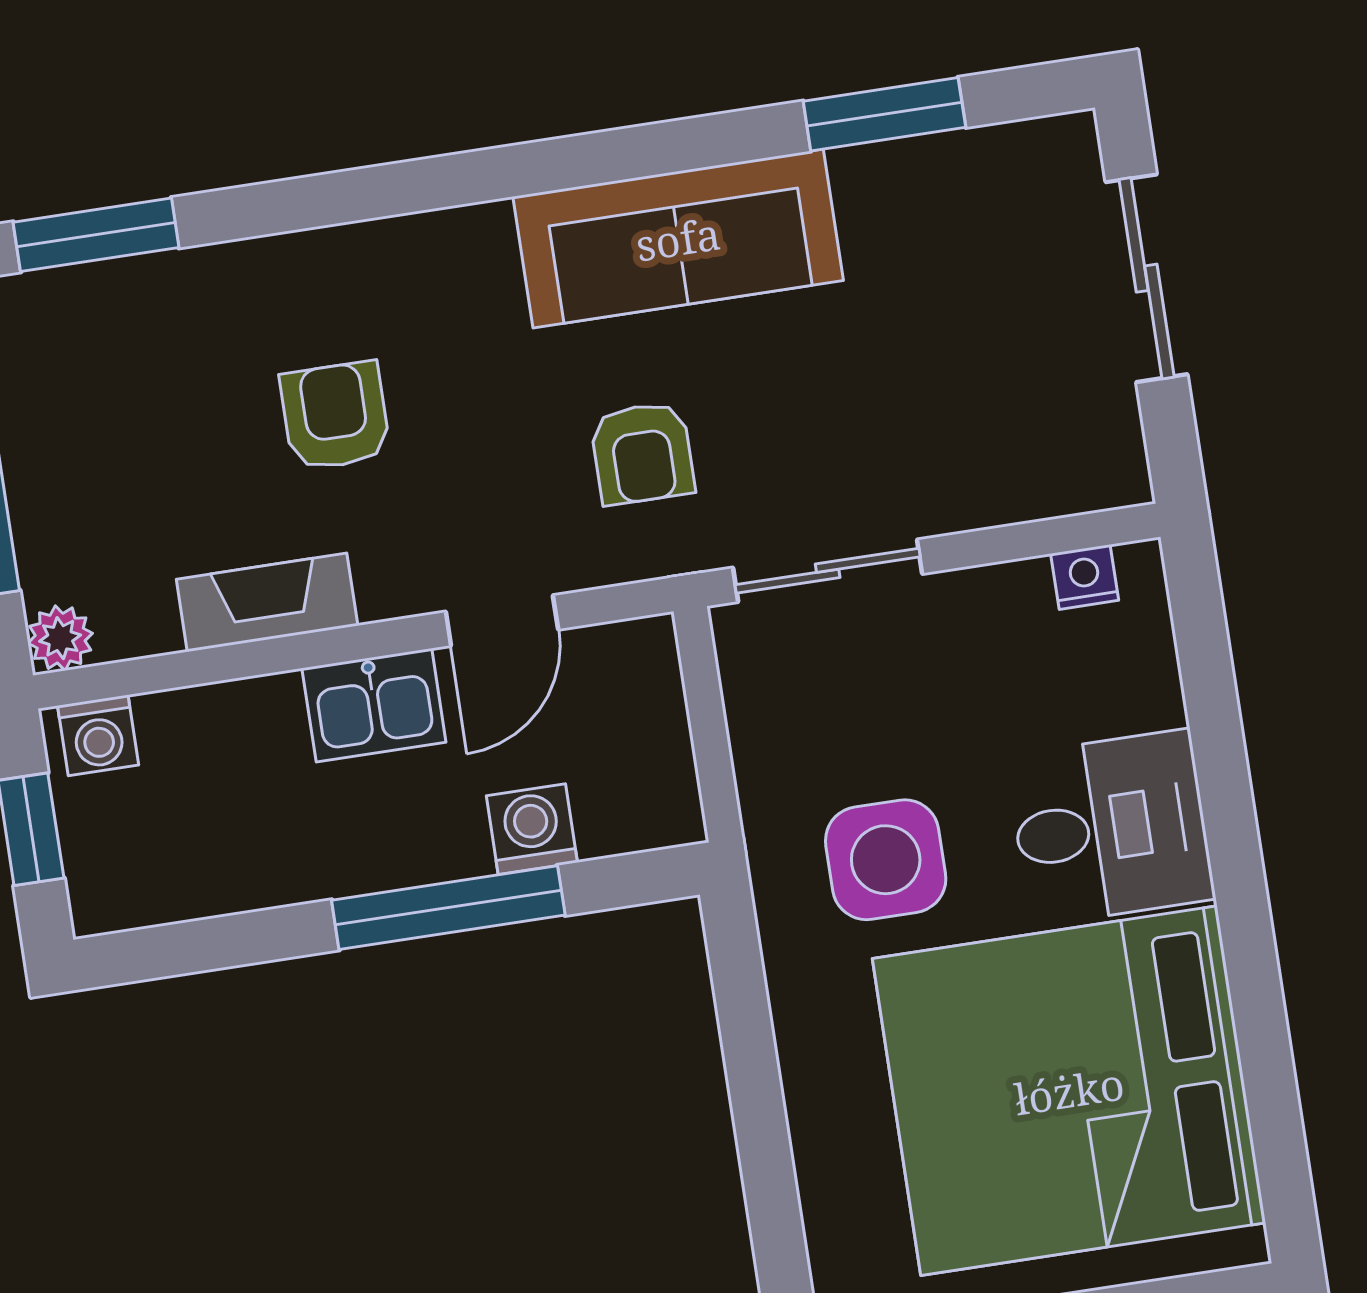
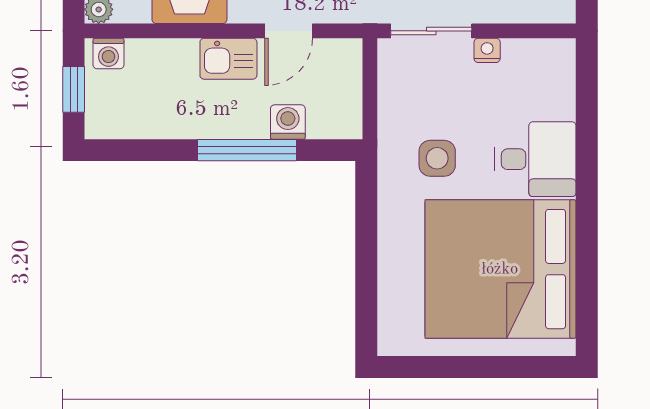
nightstand: (1085, 577) -> (487, 50), moved
side table: (886, 860) -> (437, 158), width x0.73, depth x0.73

